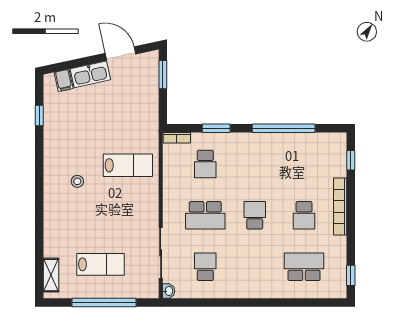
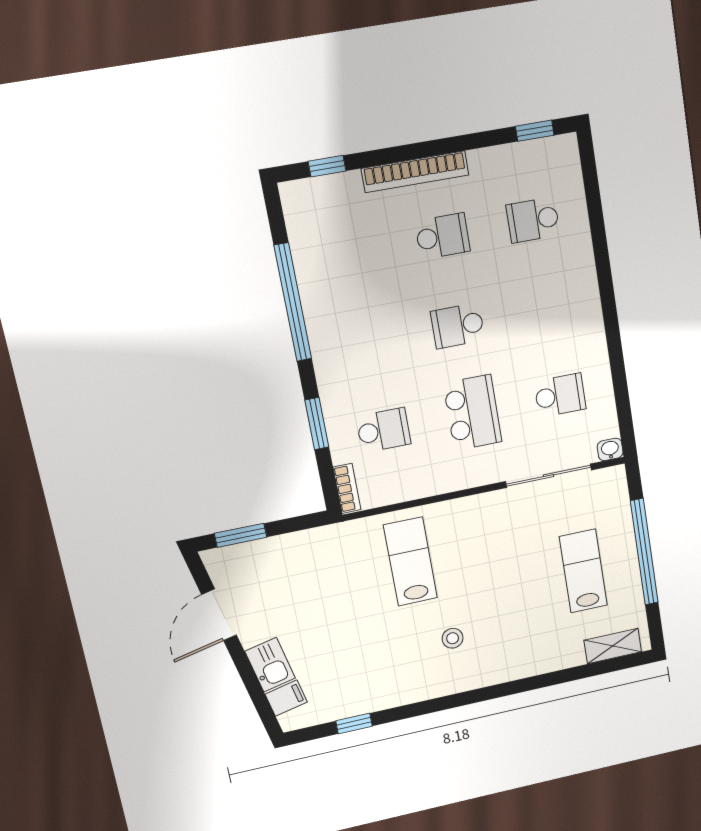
kitchen sink: (90, 74) -> (270, 665), width x0.73
school desk: (205, 267) -> (560, 395), turned 180
school desk: (304, 267) -> (533, 220), width x0.54

